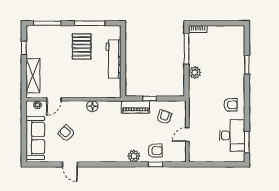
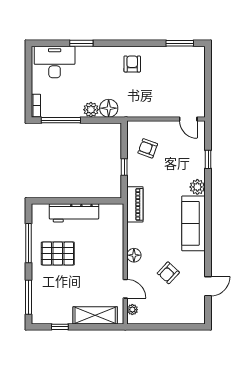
floor lamp: (196, 86) -> (109, 108), added
floor lamp: (92, 106) -> (134, 255), moved
piano: (136, 107) -> (135, 204), moved
door: (187, 135) -> (188, 119), moved
desk: (232, 135) -> (55, 62), moved
sofa: (35, 138) -> (194, 223), moved, turned -90
armchair: (155, 151) -> (190, 160), removed
door: (70, 164) -> (208, 286), moved

